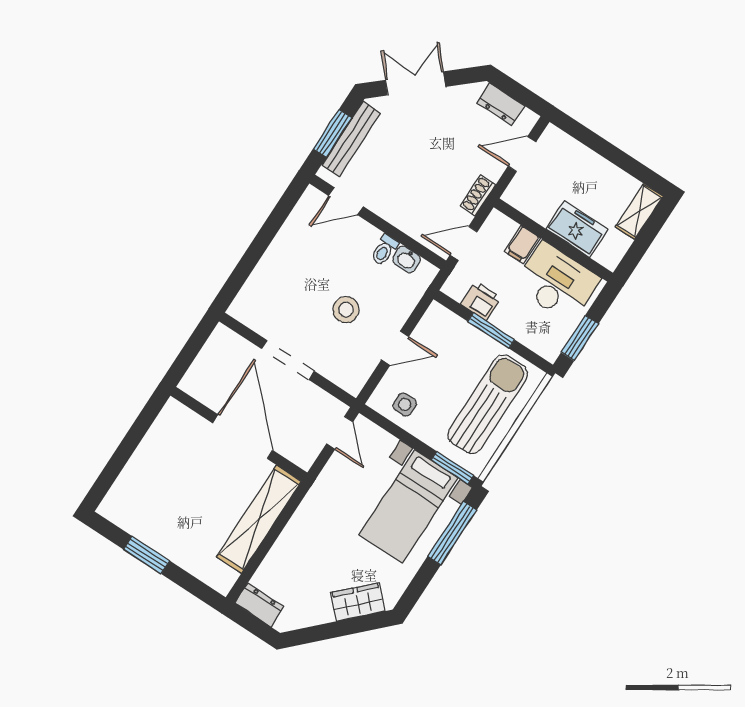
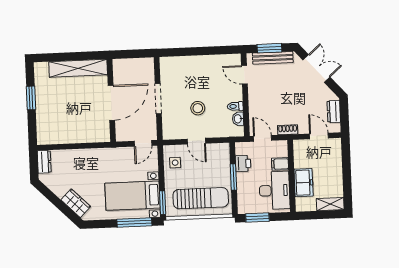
shelving: (259, 519) -> (78, 68), moved

